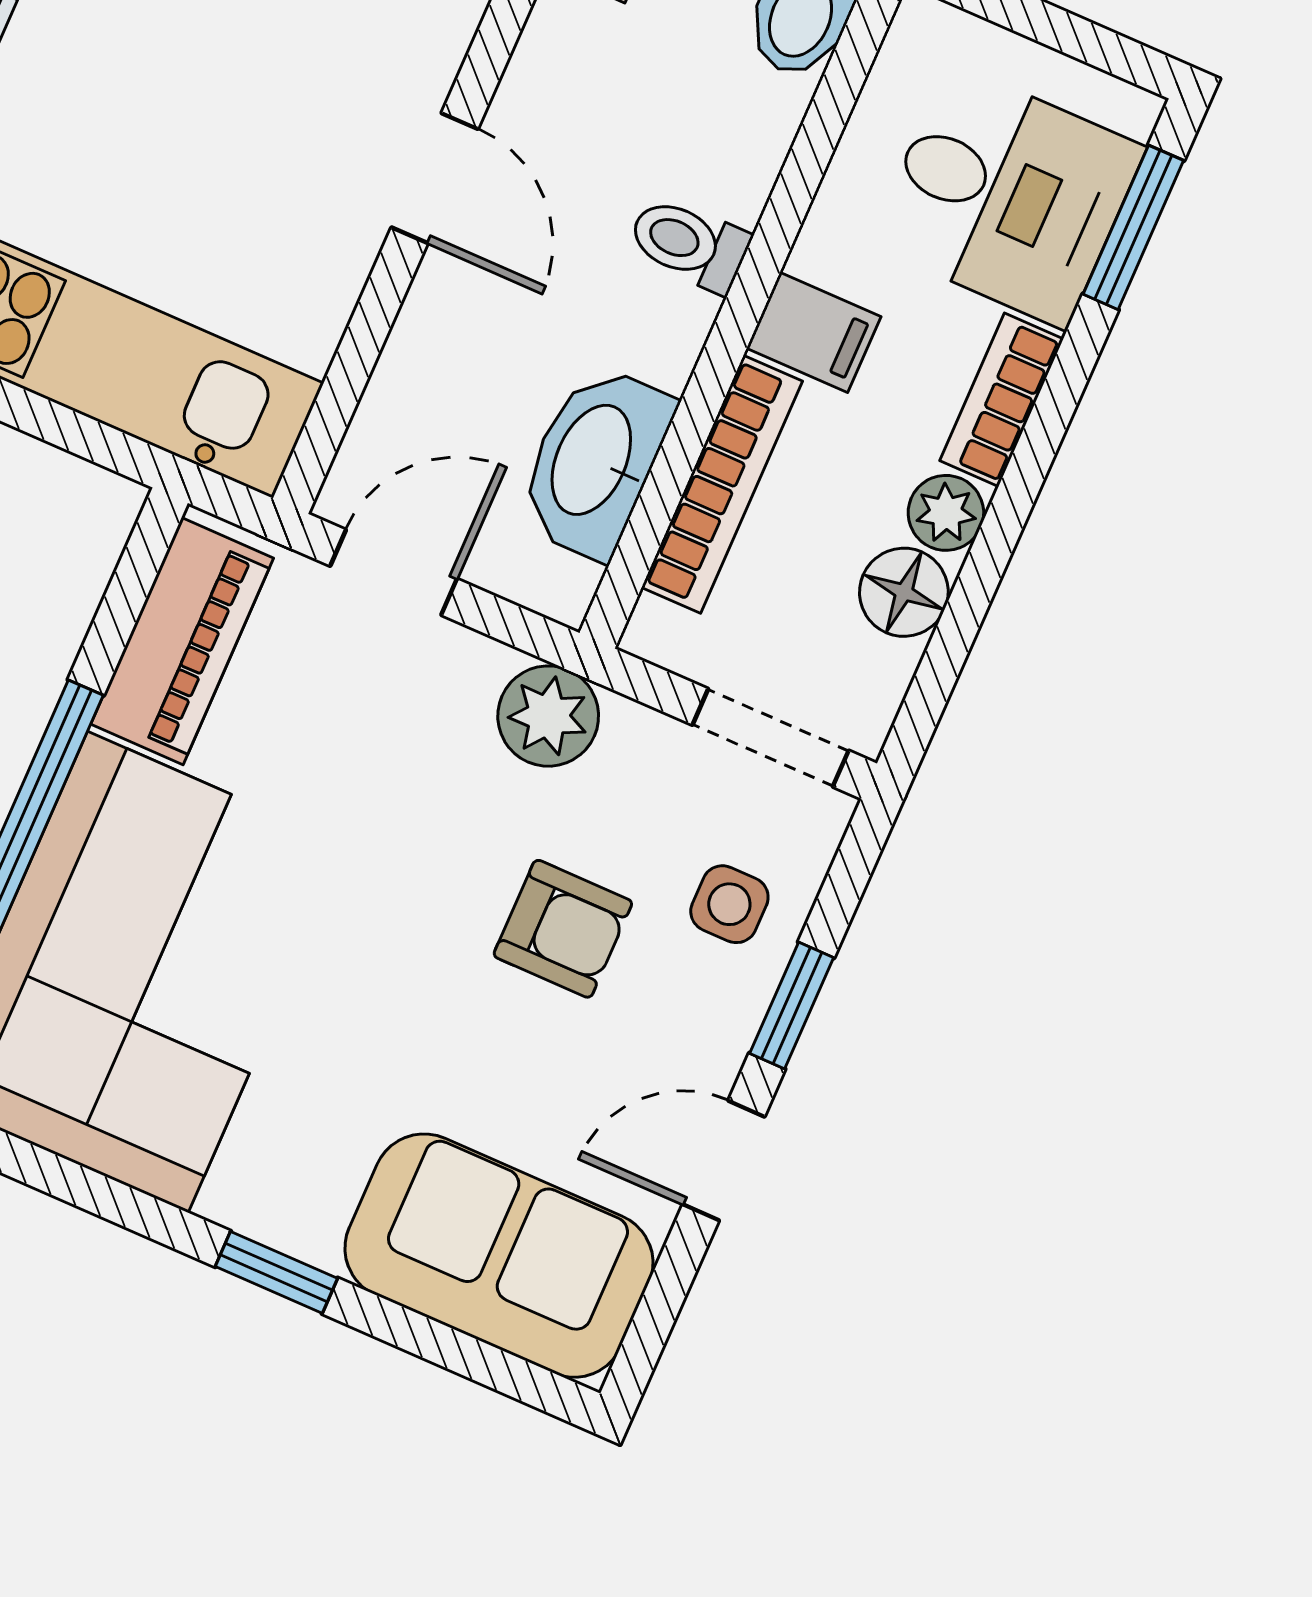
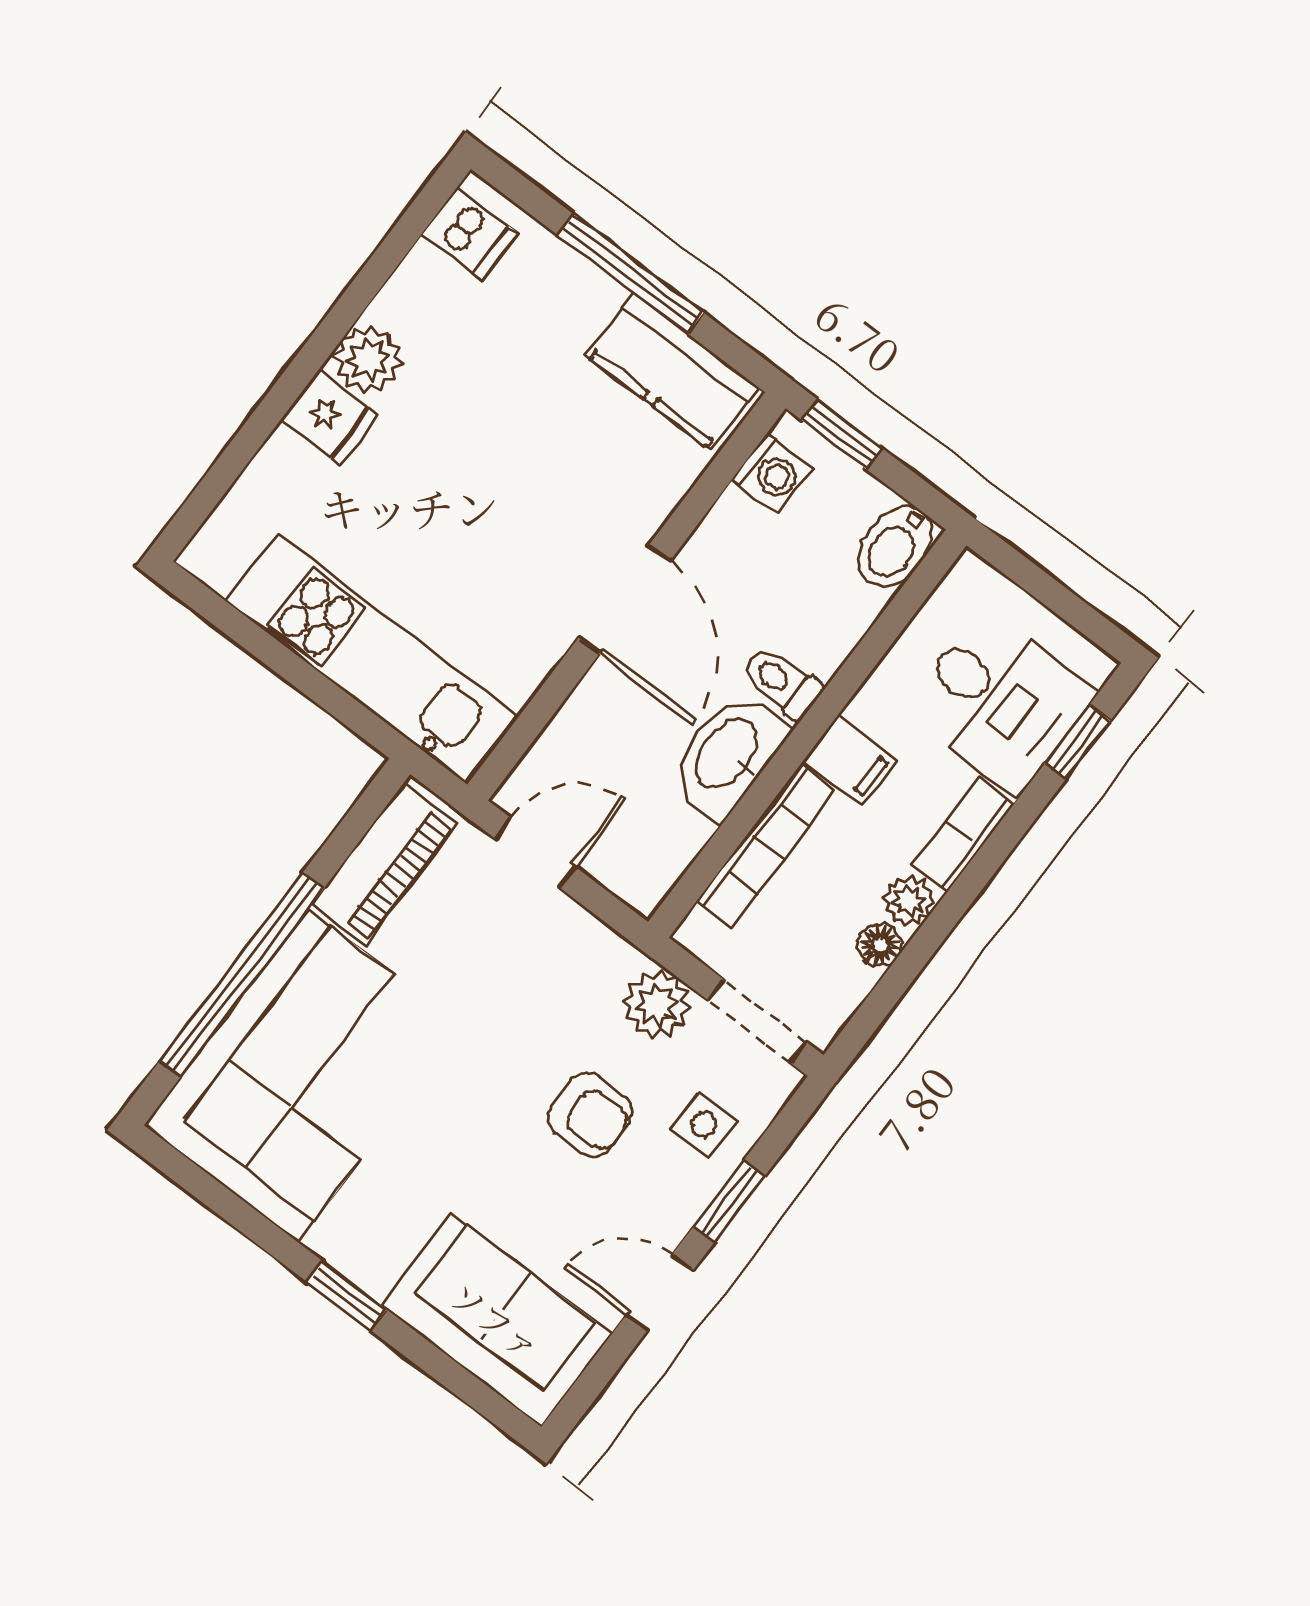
door: (435, 178) -> (625, 599), width x1.38
window: (1133, 227) -> (1078, 742), width x0.67
washbasin: (594, 461) -> (728, 755), moved
floor lamp: (904, 592) -> (880, 945), width x0.73, depth x0.73
plant: (548, 716) -> (657, 1004), moved

